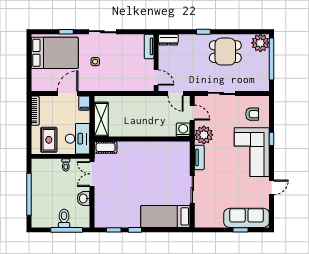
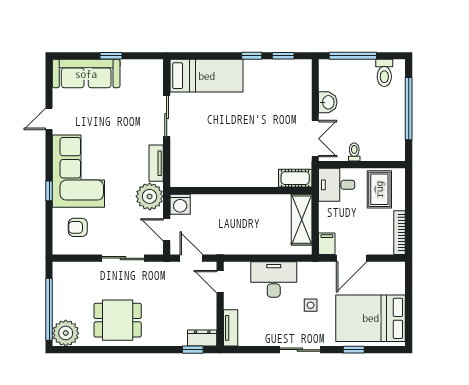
window: (203, 32) -> (193, 350), moved
desk: (120, 79) -> (274, 279), added
desk: (78, 139) -> (337, 185), width x0.73
toilet: (64, 218) -> (384, 73), moved
window: (241, 230) -> (111, 56), moved

